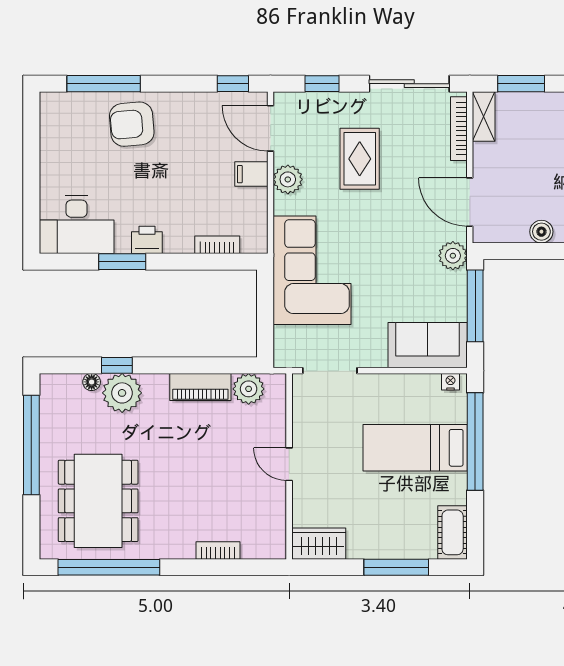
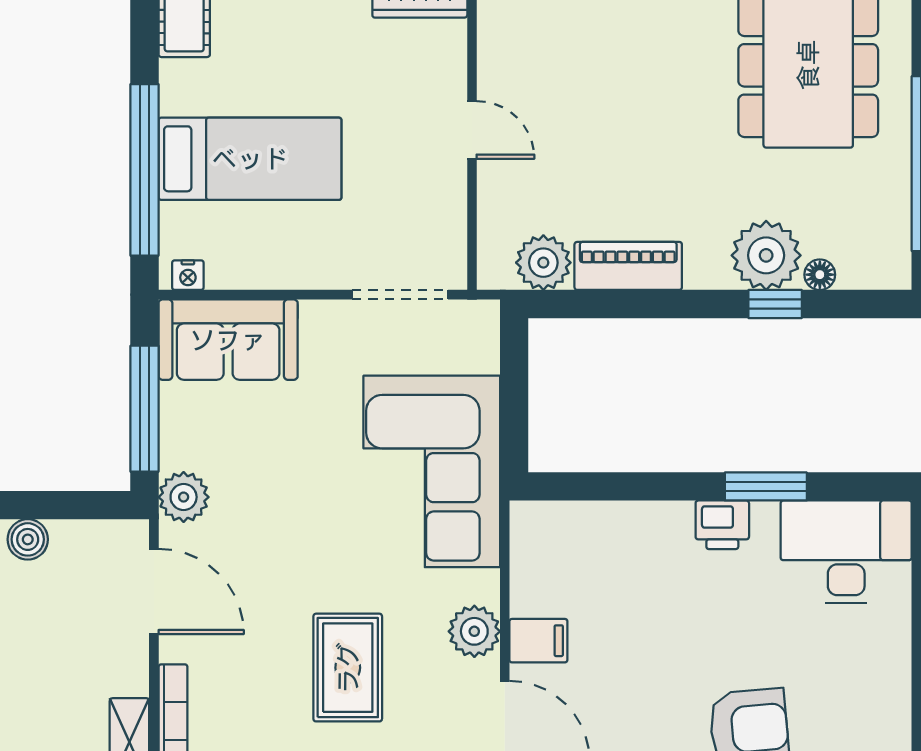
bookcase: (217, 245) -> (599, 516), removed

